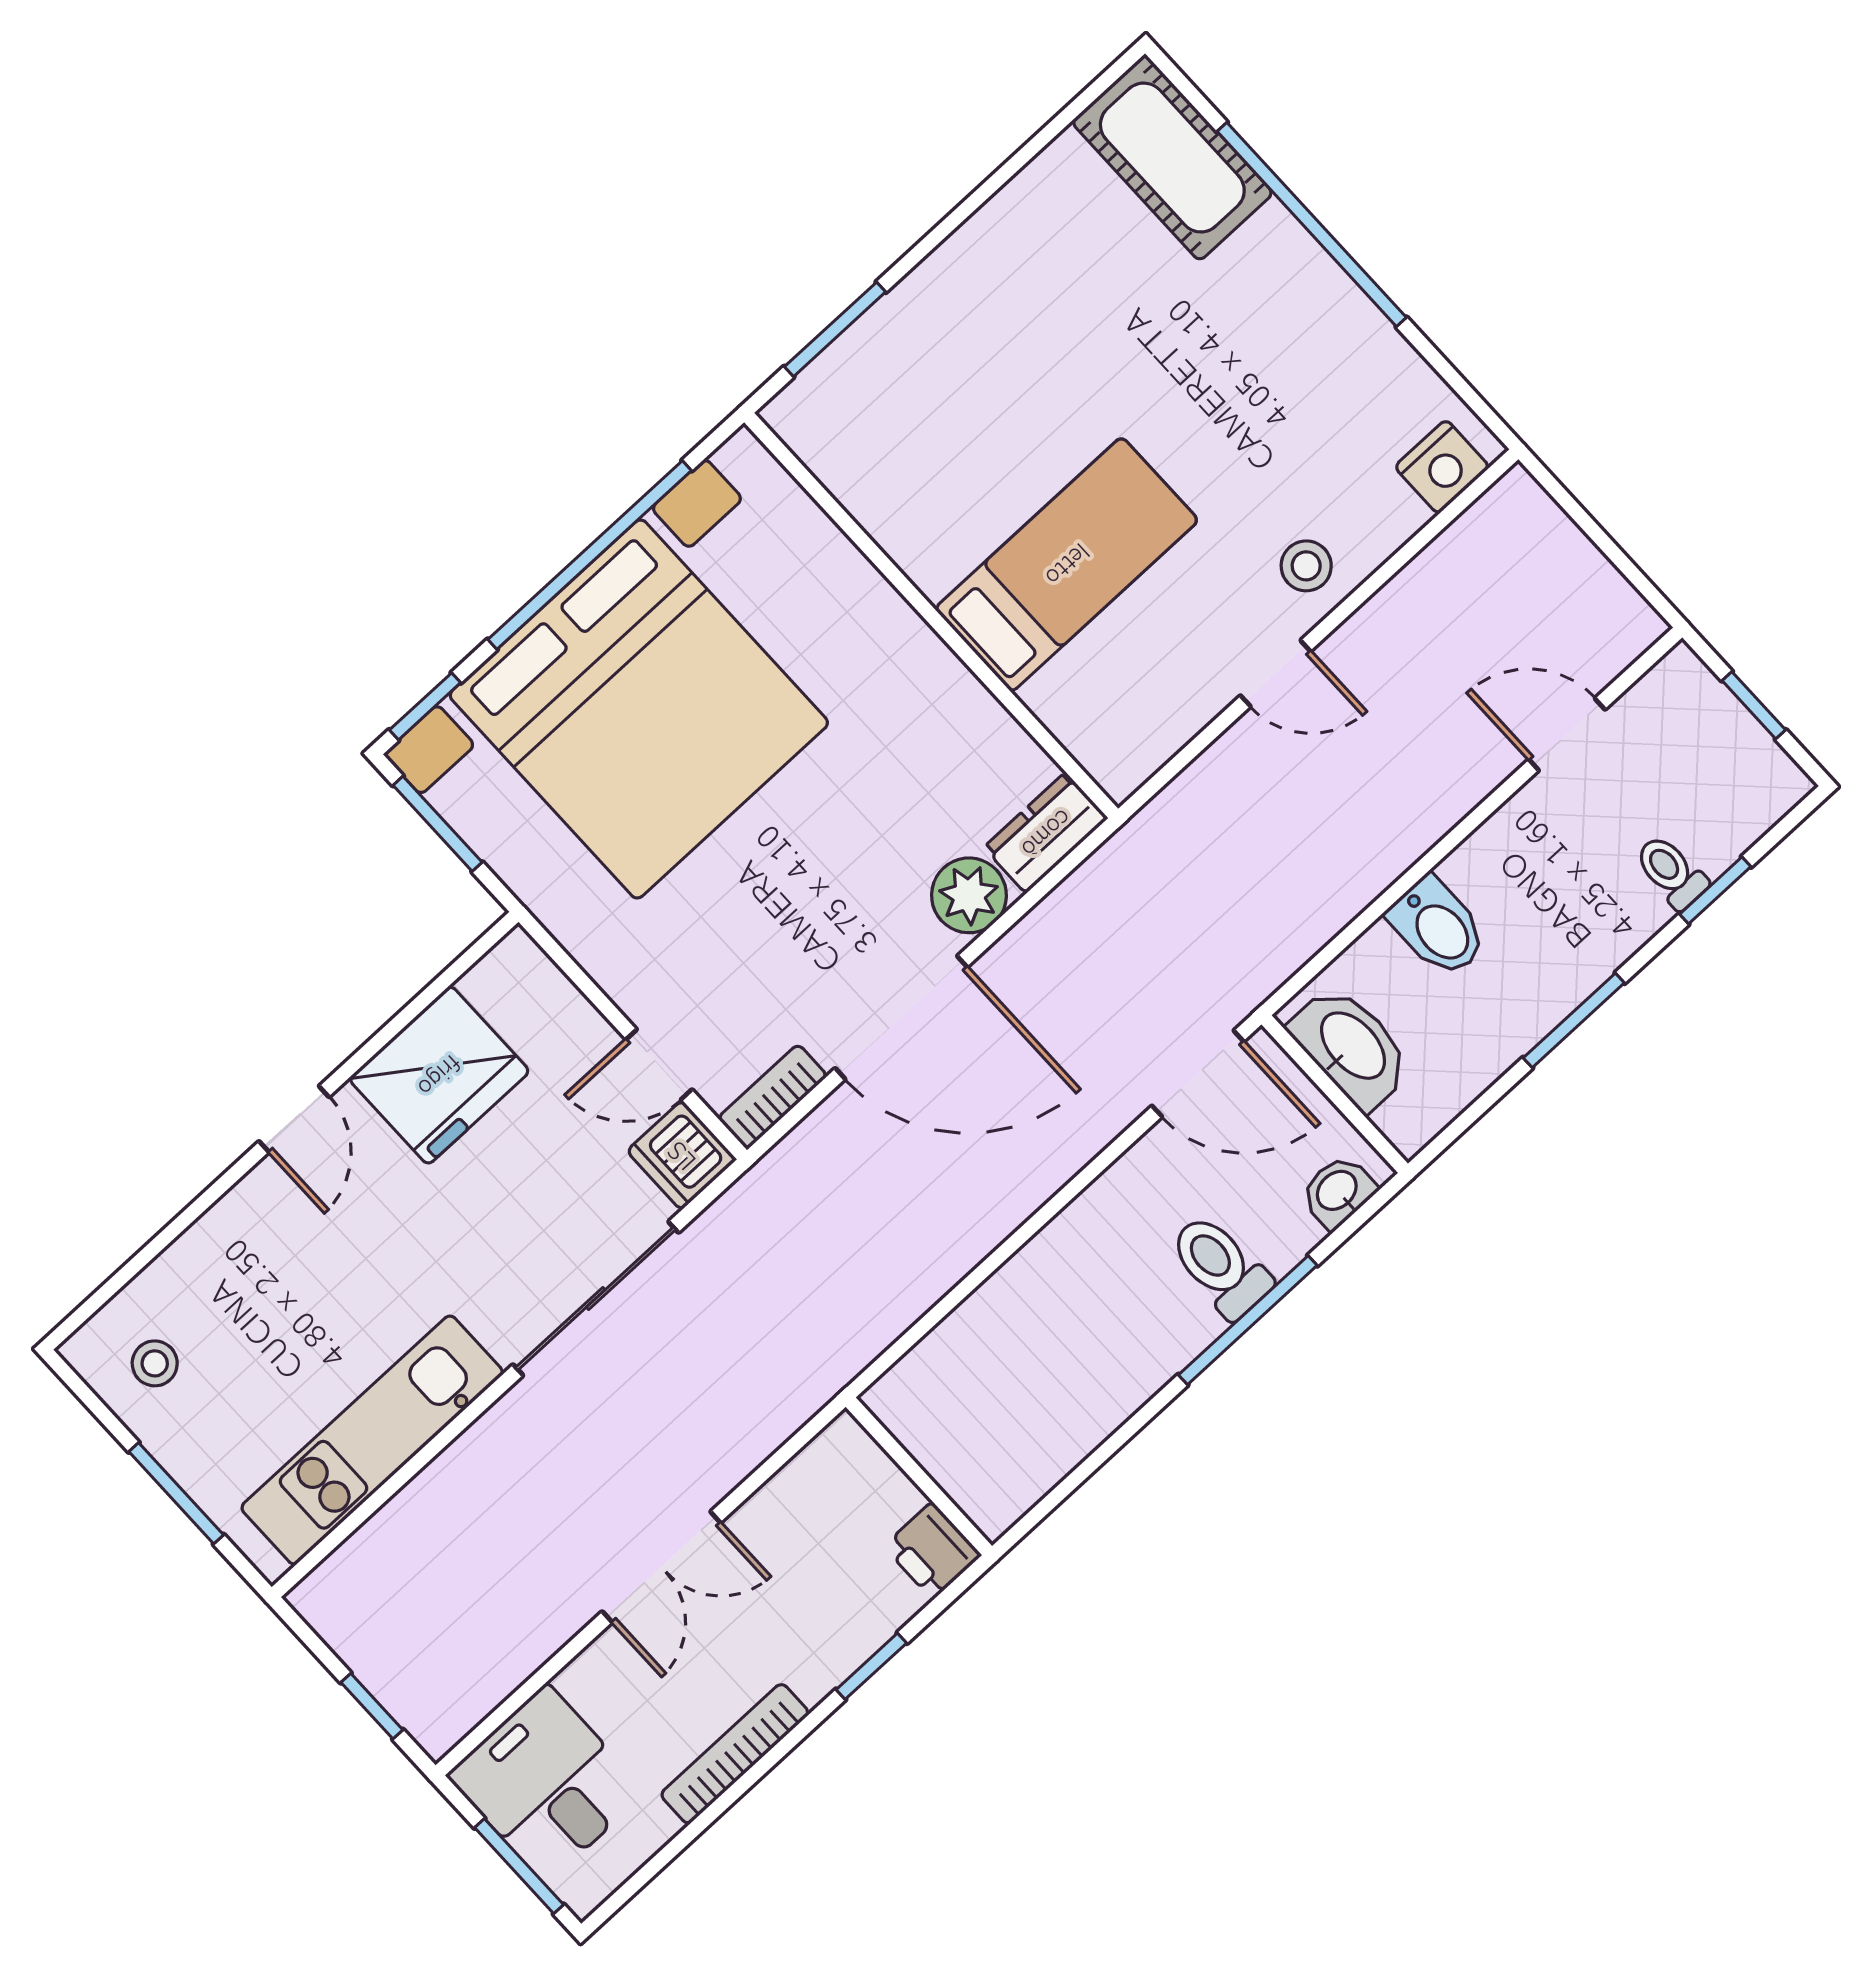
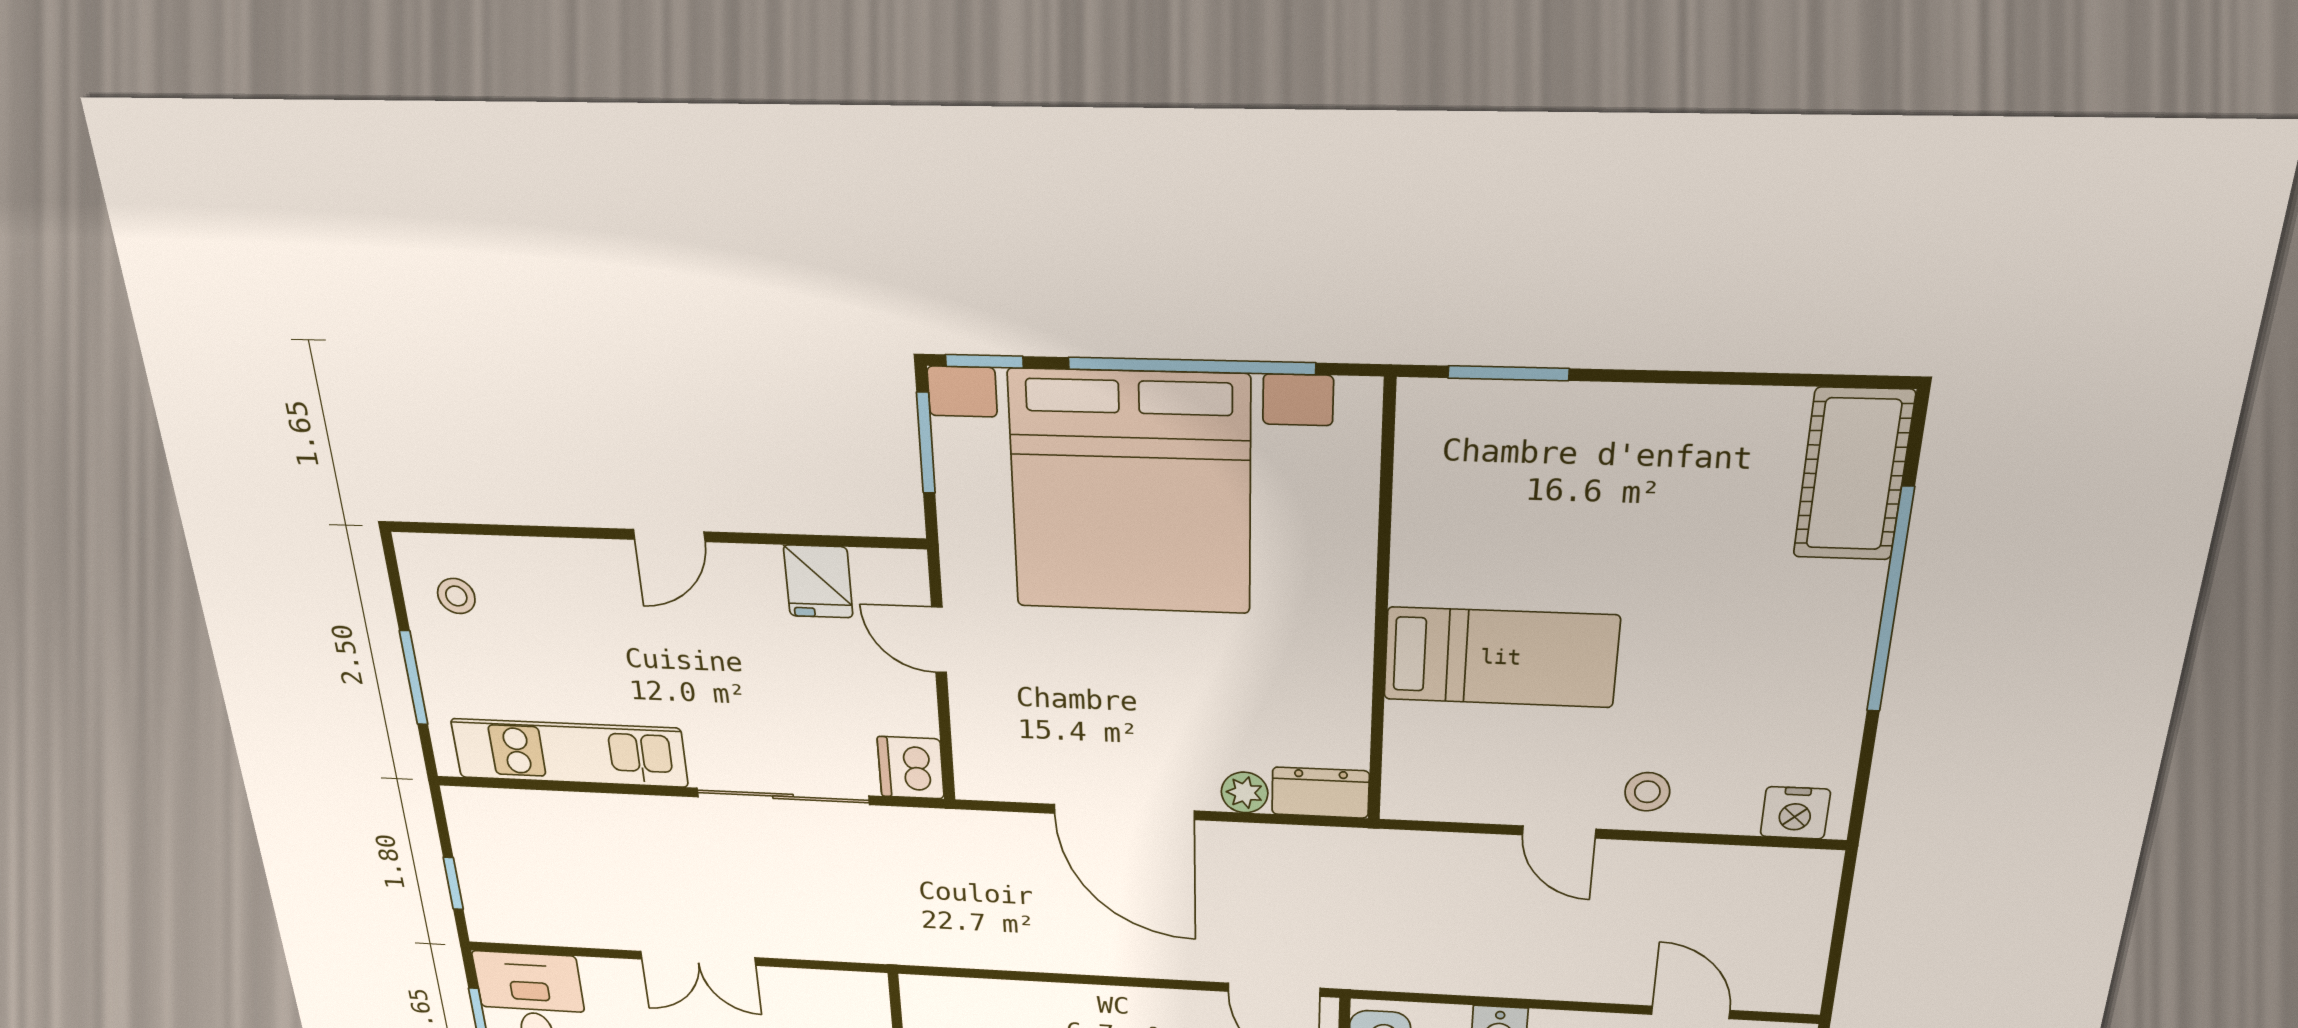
plant: (969, 895) -> (1245, 792), width x0.73, depth x0.73
door: (659, 1064) -> (939, 640), moved
fridge: (439, 1075) -> (818, 582), width x0.53, depth x0.75
bookcase: (773, 1097) -> (1000, 785), removed

